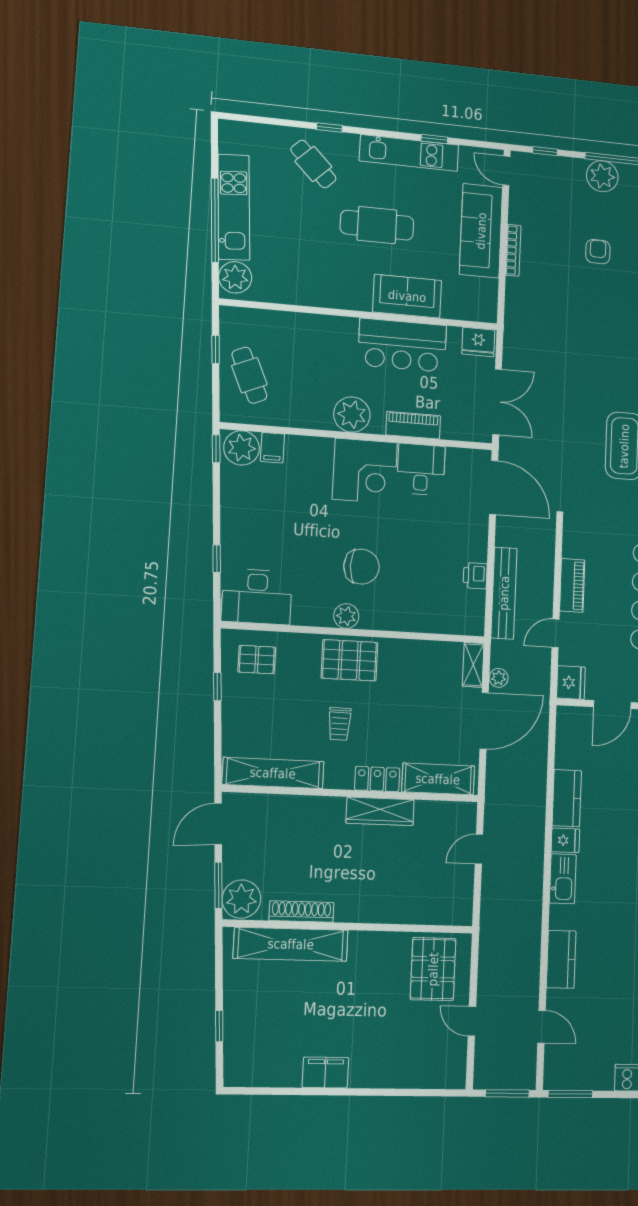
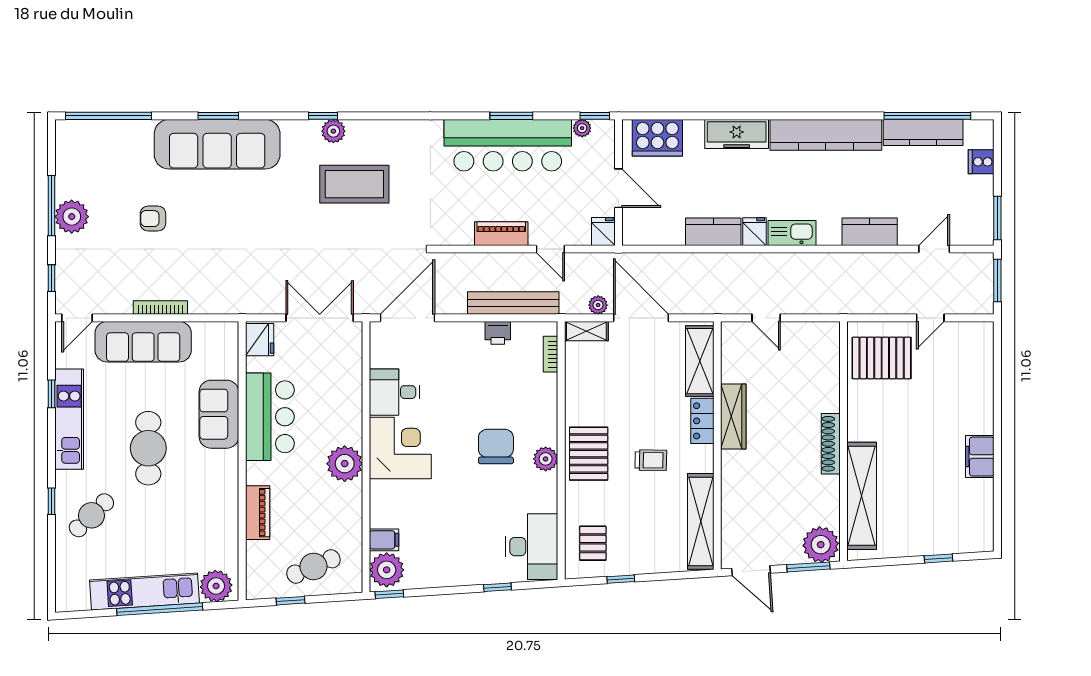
piano: (413, 425) -> (258, 513), moved, turned 180
bookcase: (452, 627) -> (551, 354), added
fridge: (571, 683) -> (603, 231), width x0.72
shoe rack: (301, 911) -> (831, 444), moved

